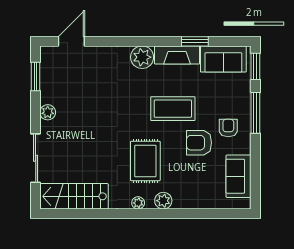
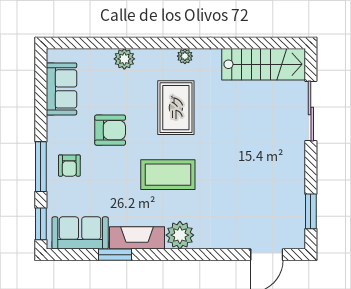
coffee table: (173, 109) -> (168, 175), moved
plant: (48, 112) -> (296, 167), removed
armchair: (228, 128) -> (69, 166), moved
plant: (163, 201) -> (124, 59), moved

